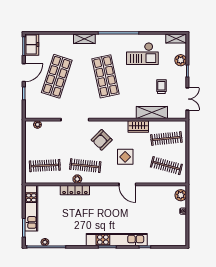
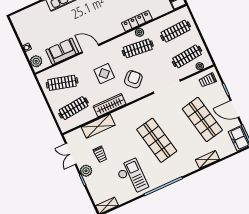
shelving: (84, 39) -> (207, 159), moved
checkout: (142, 54) -> (132, 177), turned 90
plant: (181, 60) -> (86, 171), moved
door: (24, 73) -> (235, 109), hinge flipped
shop shelf: (57, 76) -> (202, 119), turned -30
trolley: (36, 109) -> (208, 80), added
wardrobe: (138, 127) -> (110, 105), width x1.50
clothes rail: (45, 139) -> (187, 56), added
sofa: (154, 193) -> (62, 51), added

